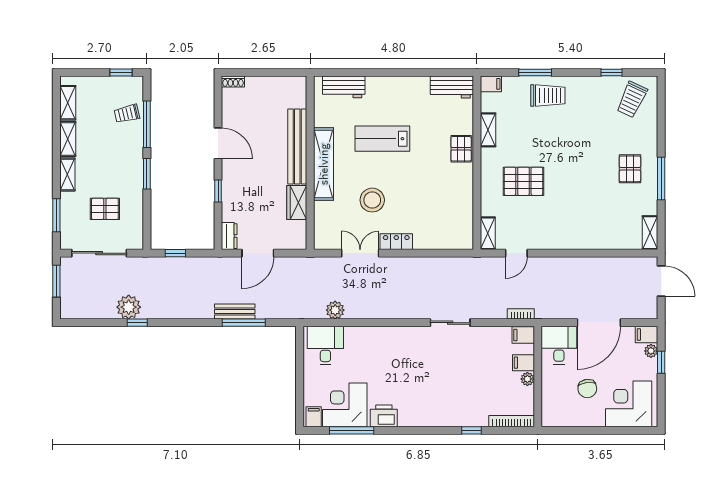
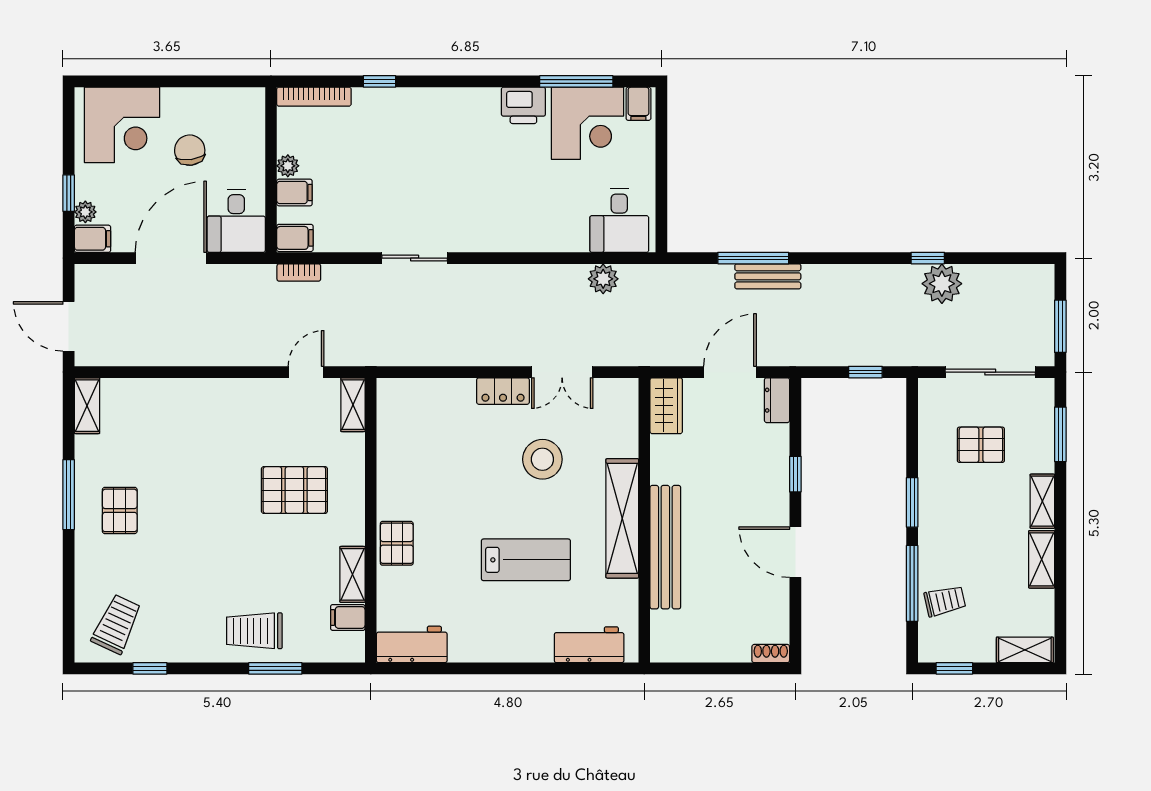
filing cabinet: (491, 84) -> (348, 617), moved
shelving: (68, 103) -> (1025, 650), moved, turned 90
wardrobe: (297, 203) -> (666, 406), moved

